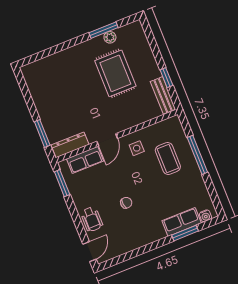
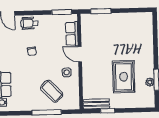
rug: (115, 73) -> (124, 77), turned 90
dresser: (70, 145) -> (86, 27), removed
coffee table: (168, 159) -> (52, 91), turned 46

